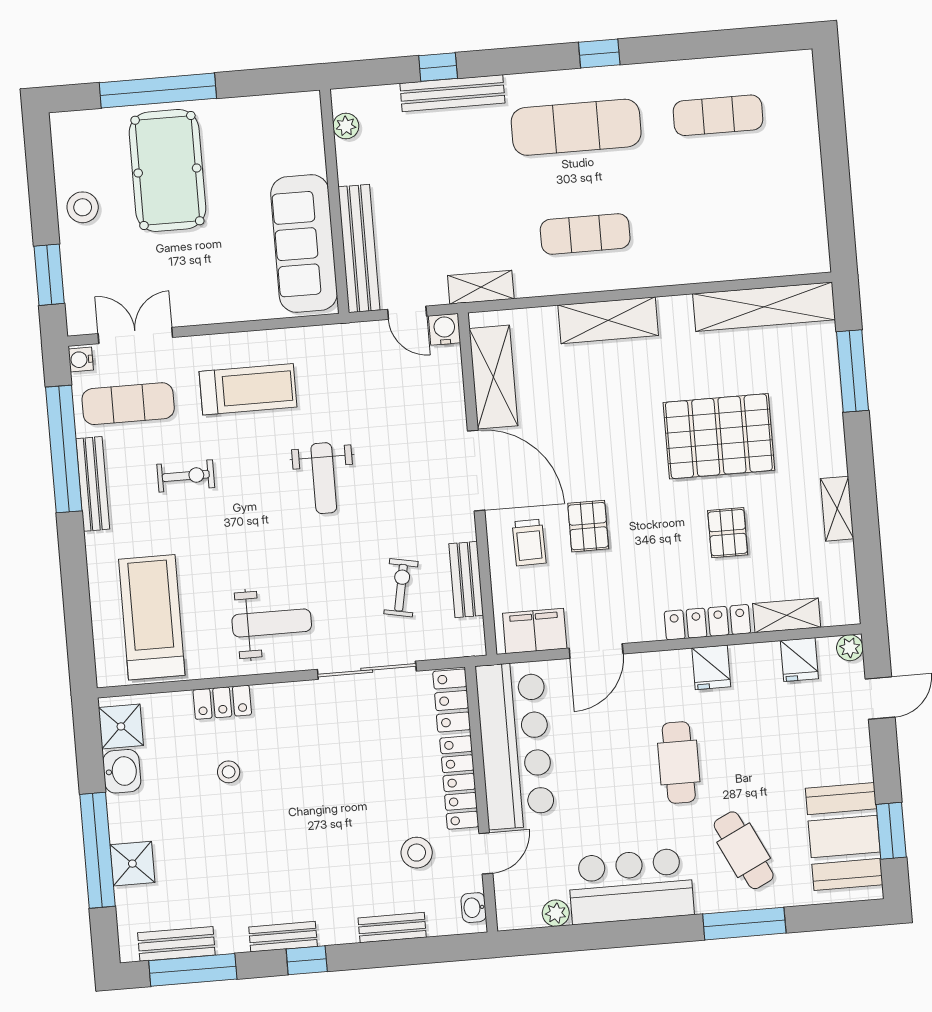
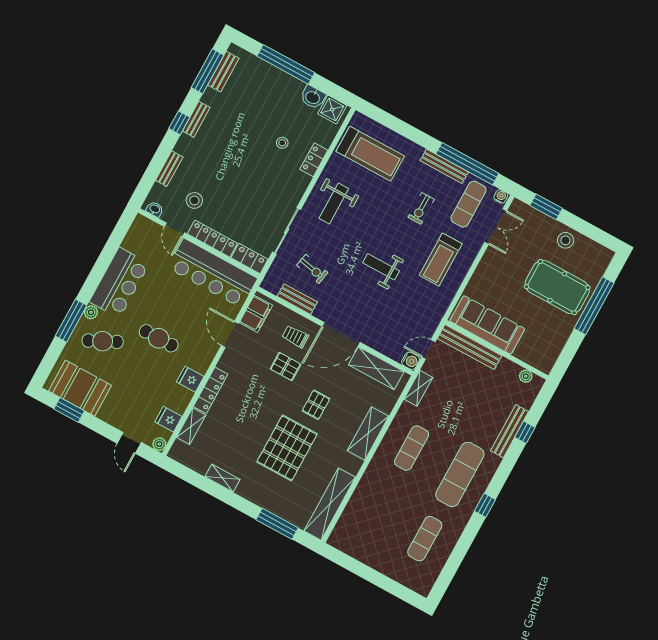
pallet: (728, 533) -> (316, 405), moved, turned 90
shower: (132, 864) -> (270, 76), removed
plant: (556, 913) -> (91, 312), moved

